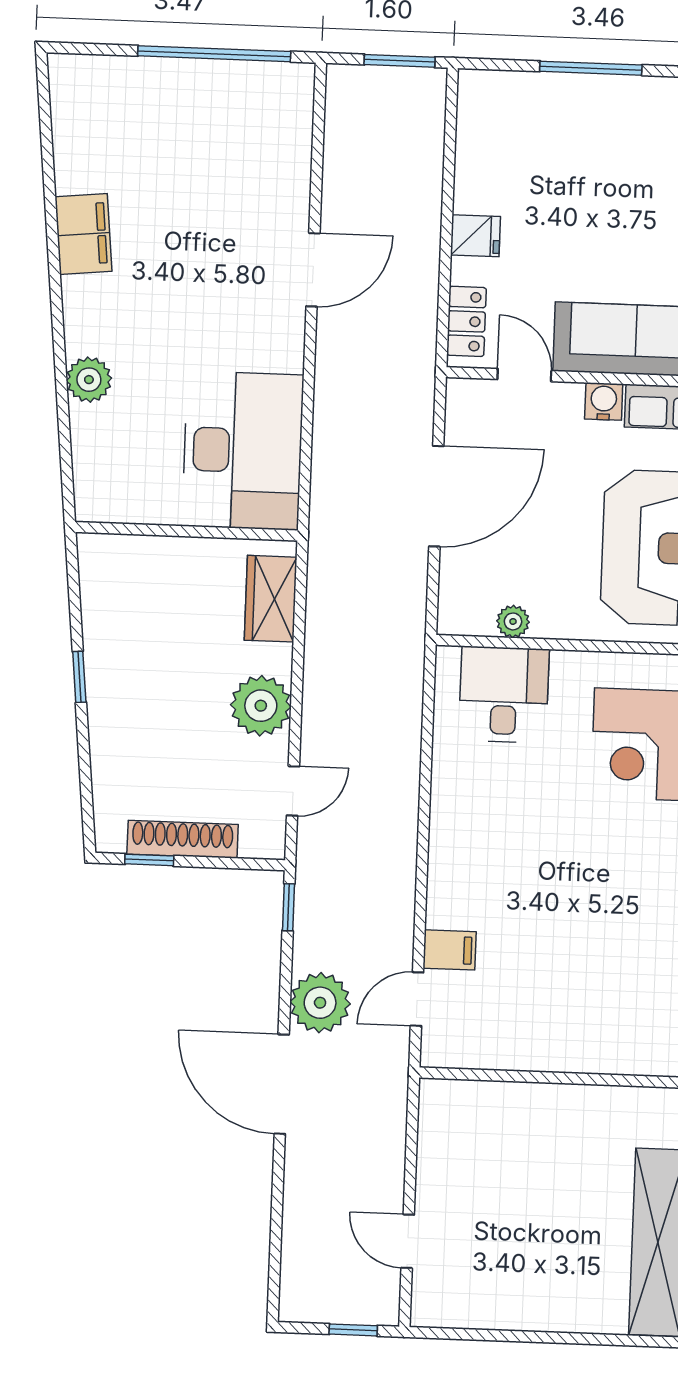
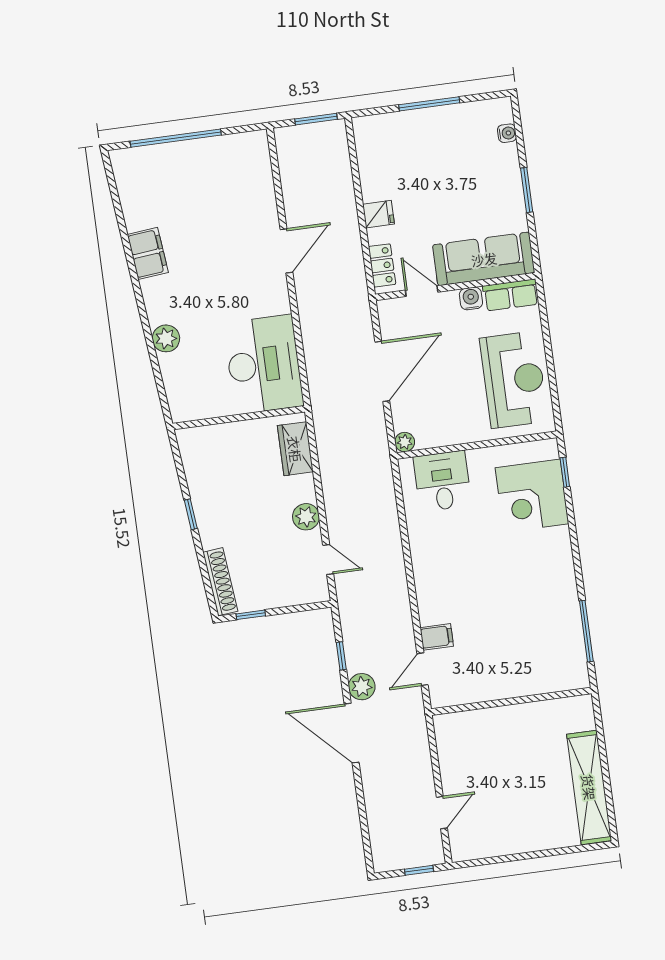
window: (214, 54) -> (176, 138), moved
plant: (513, 621) -> (405, 442), moved
plant: (261, 706) -> (306, 517), width x0.73, depth x0.73
door: (293, 791) -> (328, 559), hinge flipped
shoe rack: (183, 839) -> (220, 582), moved, turned 84
window: (288, 907) -> (341, 656), moved
plant: (320, 1003) -> (362, 687), width x0.73, depth x0.73
door: (408, 1241) -> (442, 813), swing flipped

